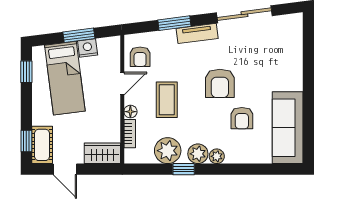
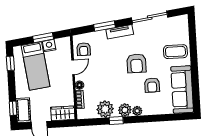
coffee table: (167, 100) -> (175, 52), moved, turned 90

